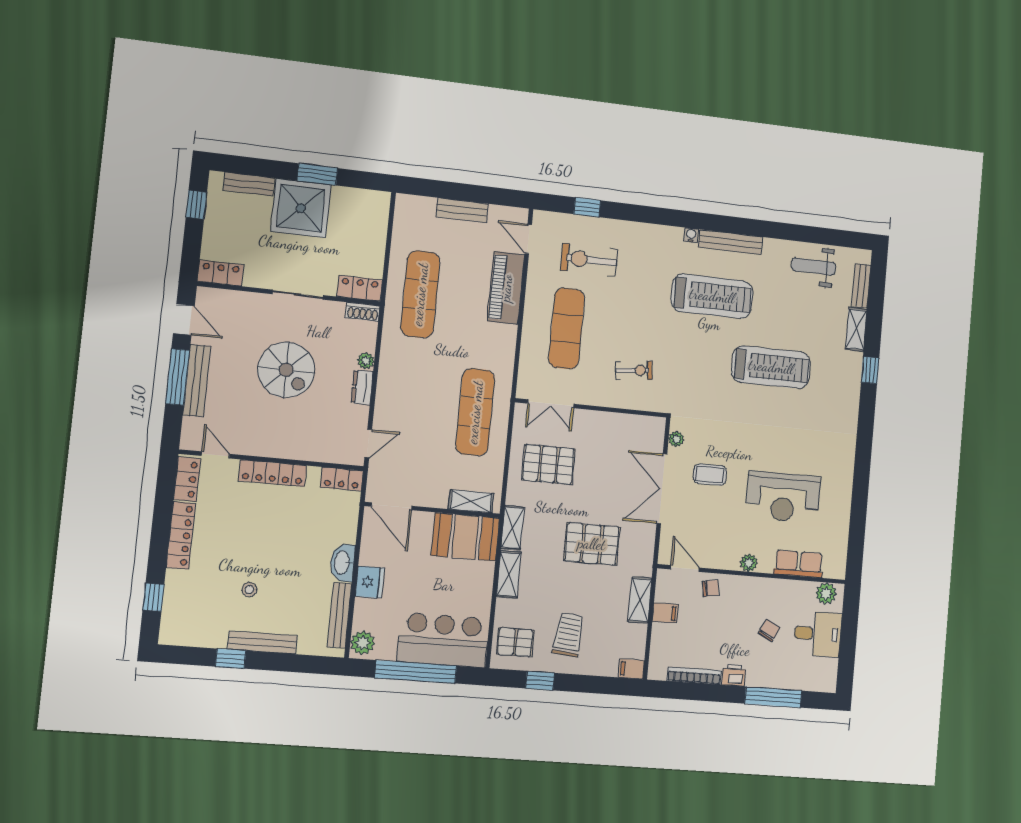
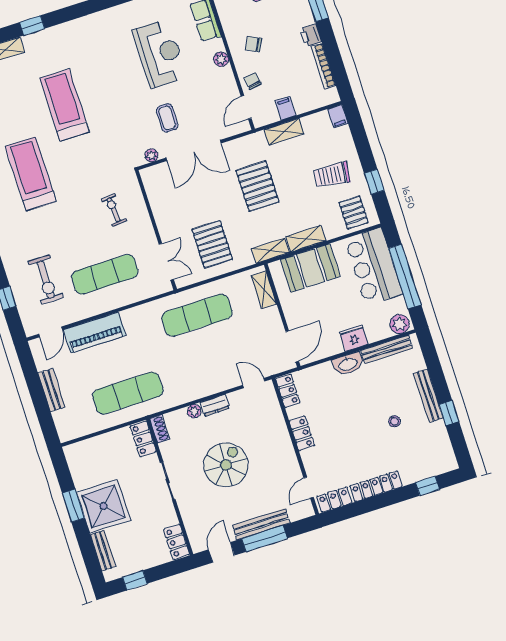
locker: (273, 473) -> (302, 433), width x0.66
booth: (465, 537) -> (310, 268), moved, turned 90
chair: (769, 630) -> (254, 44), moved

